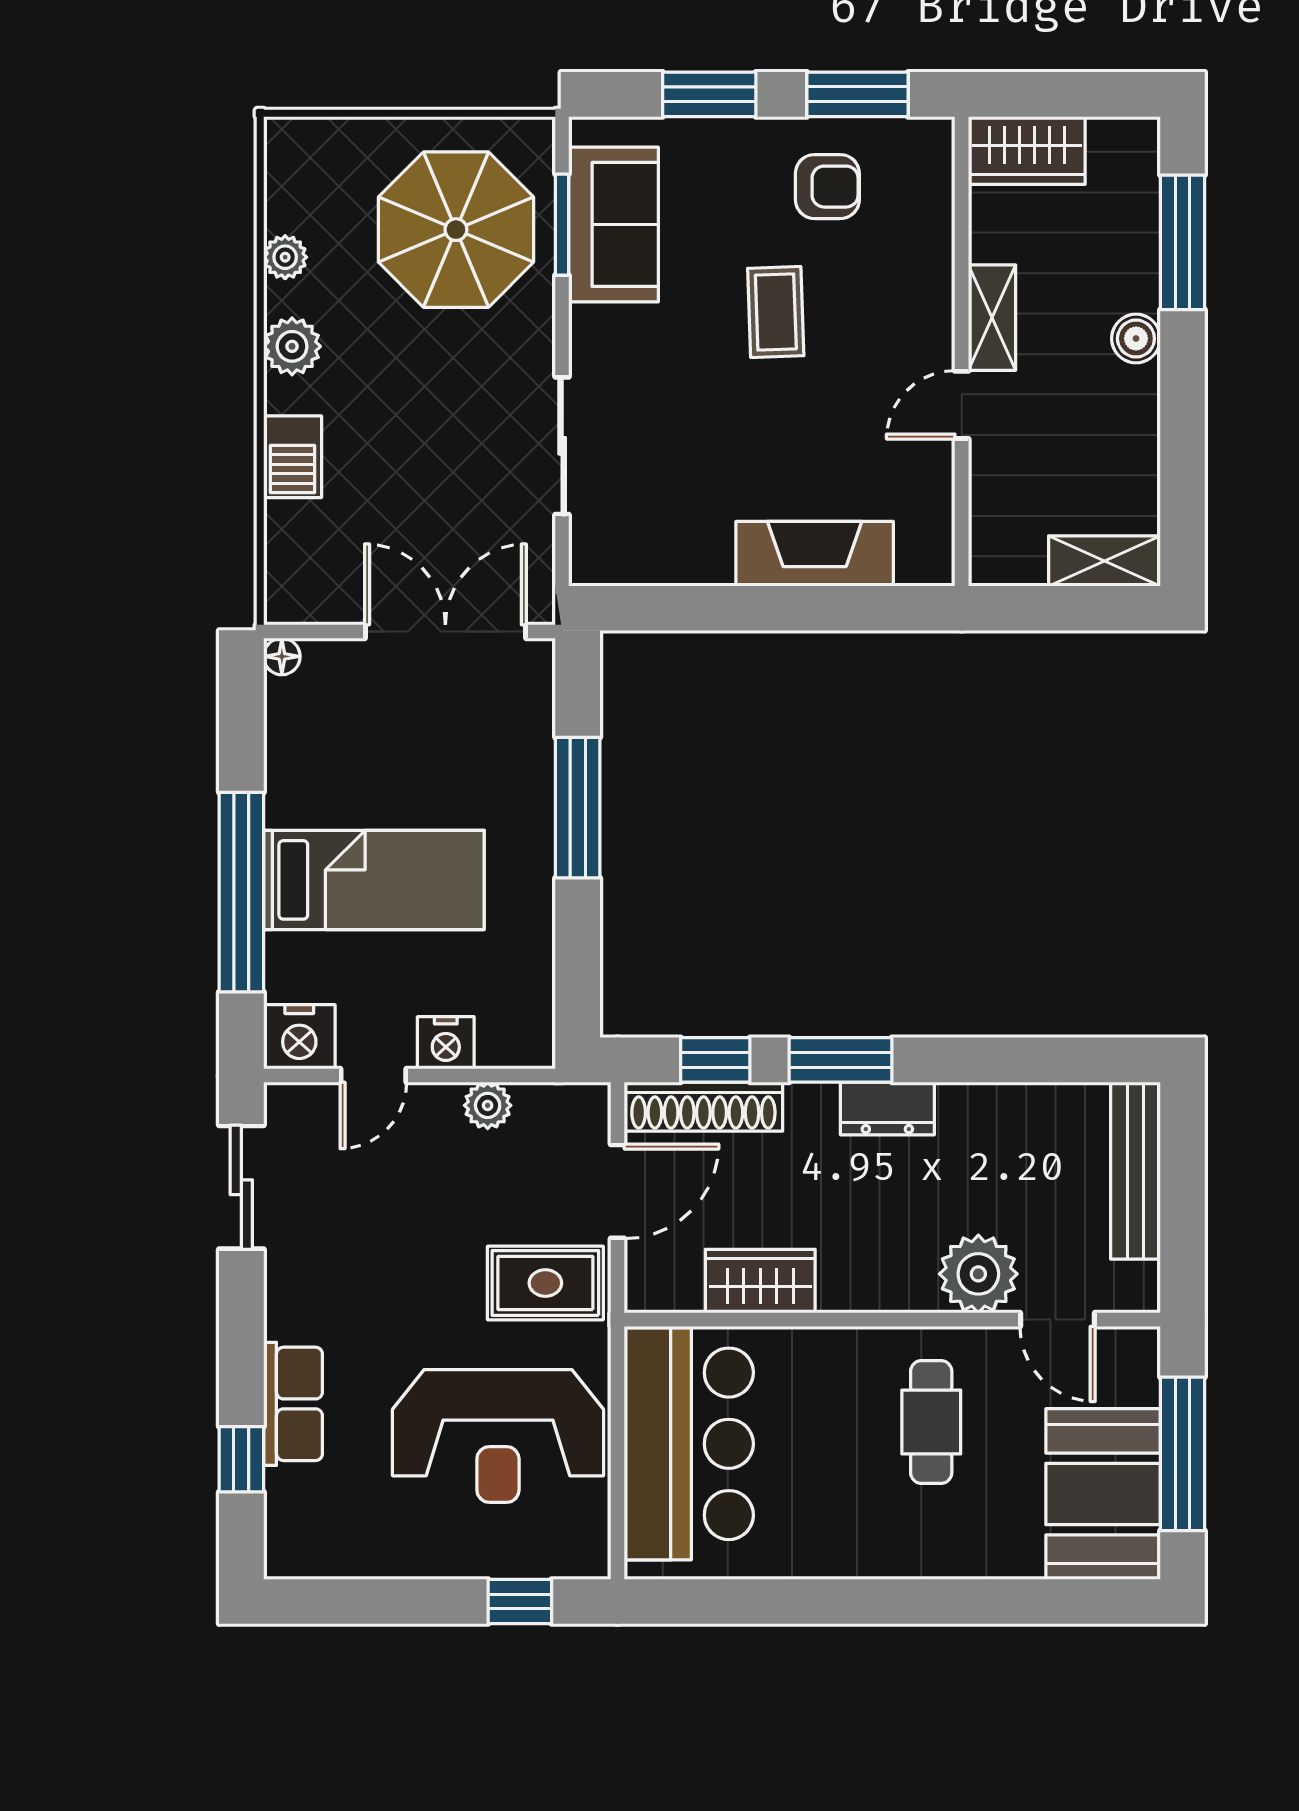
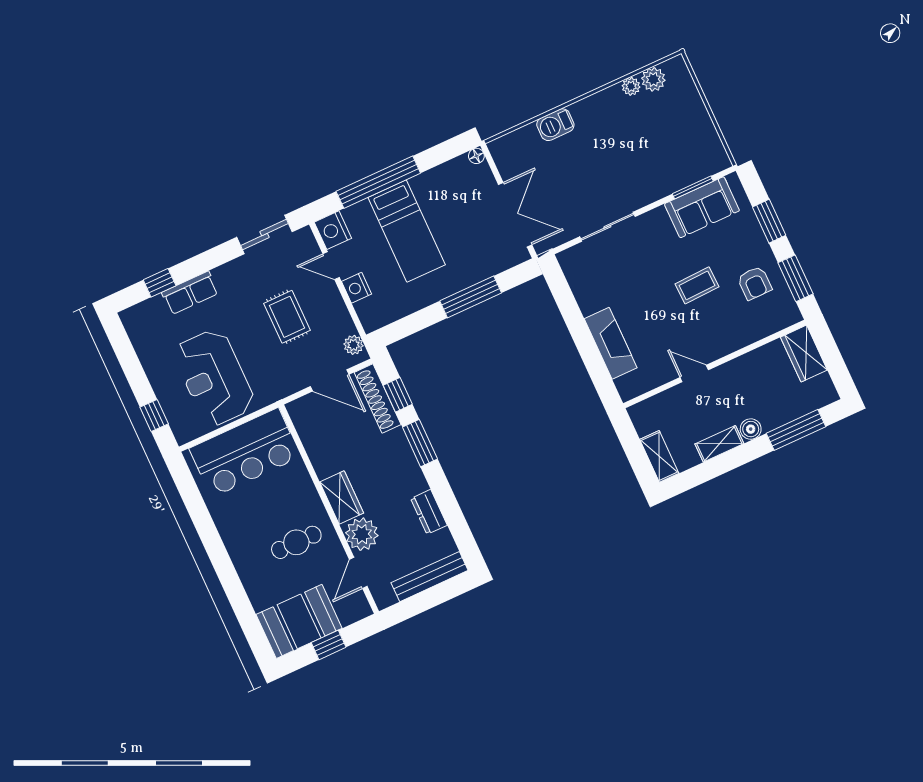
parasol: (456, 230) -> (672, 147), removed
shelving: (992, 318) -> (719, 444), moved
plant: (292, 346) -> (653, 79), moved
plant: (488, 1105) -> (353, 345), moved
dresser: (887, 1109) -> (429, 512), moved
wardrobe: (760, 1281) -> (342, 498), moved
rug: (545, 1283) -> (287, 317), moved
window: (1183, 1454) -> (329, 645), width x0.46

